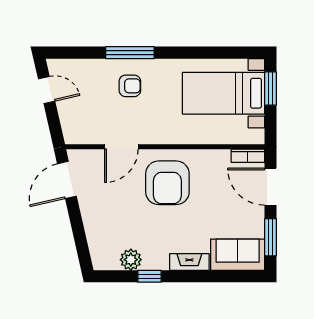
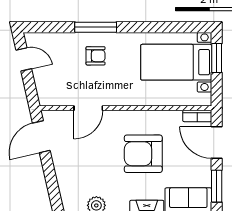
armchair: (167, 183) -> (143, 154), moved, turned 90

